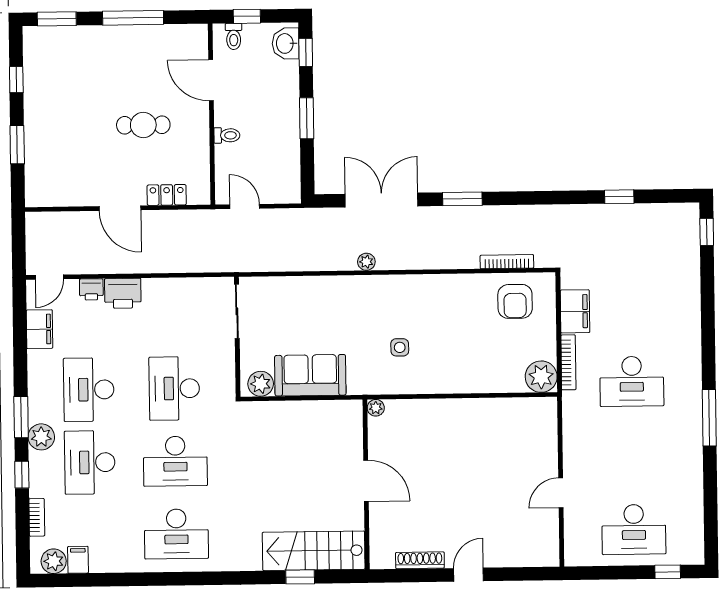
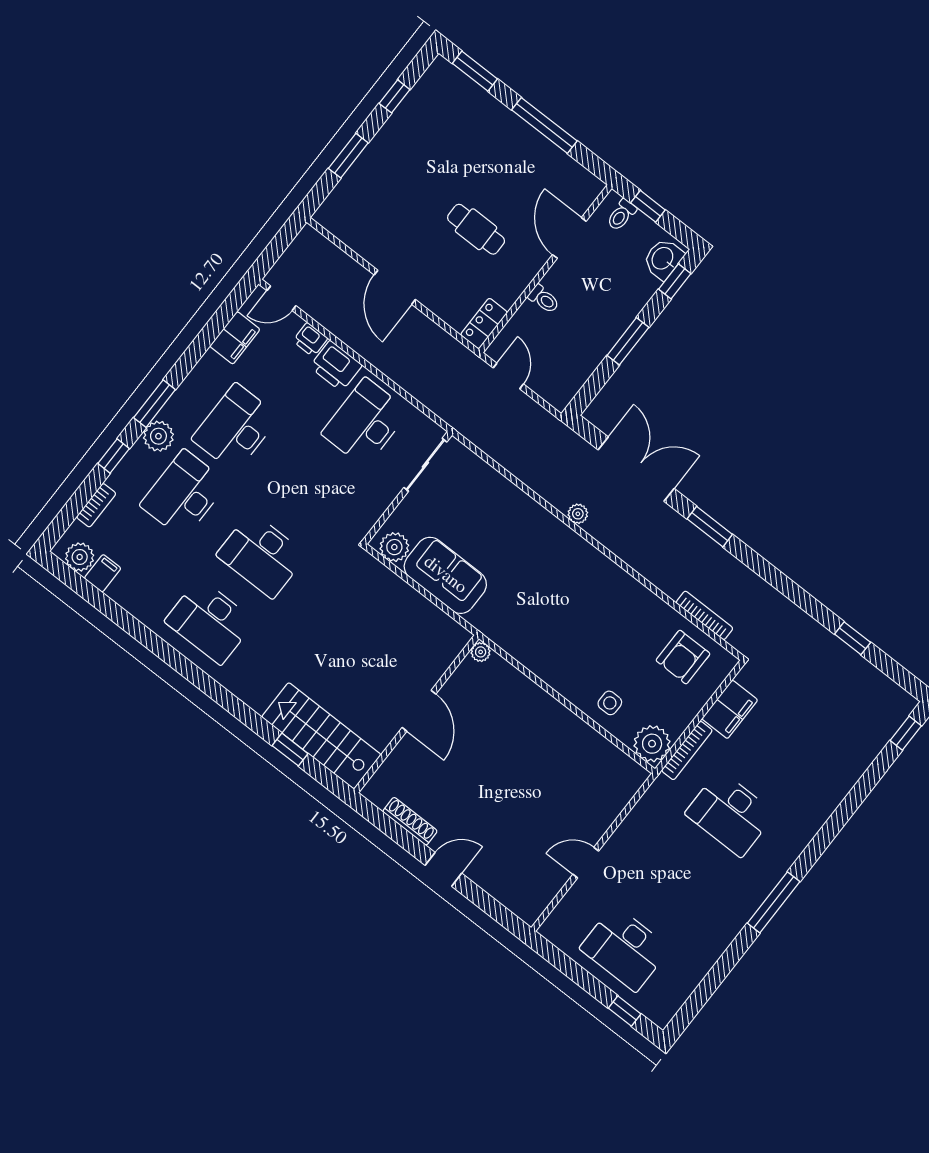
locker: (167, 195) -> (484, 324), moved, turned -90
side table: (400, 347) -> (610, 703), moved
desk: (174, 388) -> (365, 423), moved

